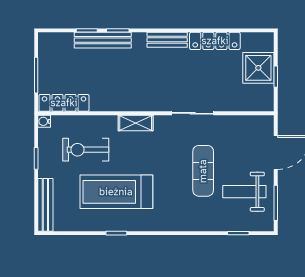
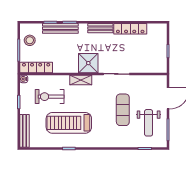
stool: (54, 59) -> (30, 40), added
shower: (258, 68) -> (88, 63), moved
weight bench: (244, 192) -> (149, 123), turned -90

